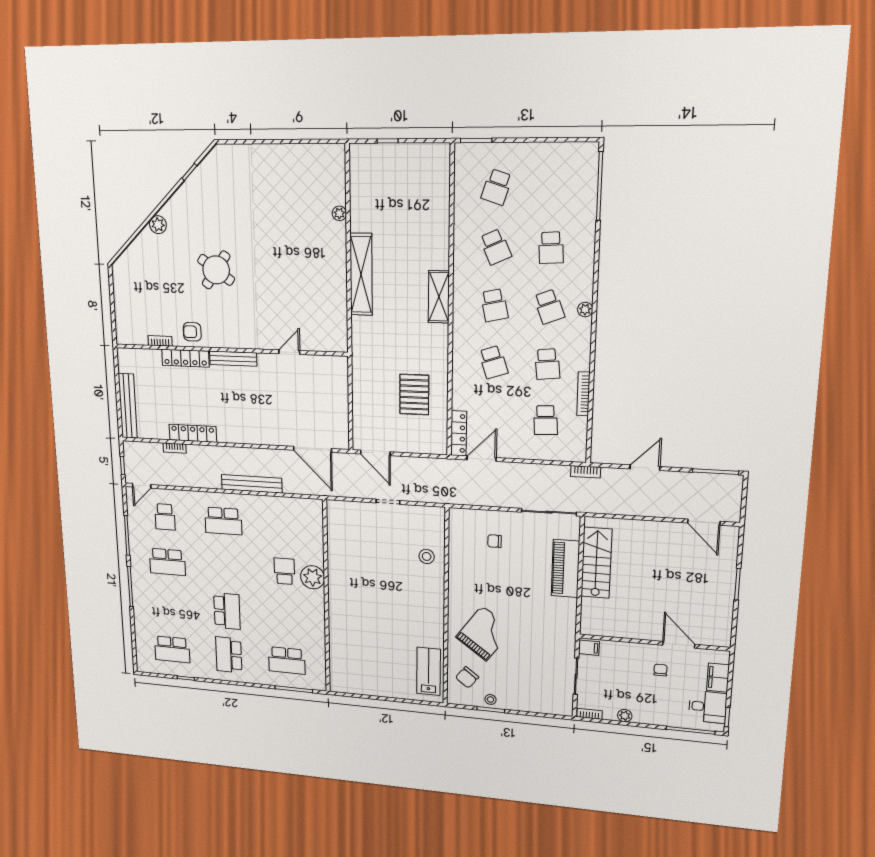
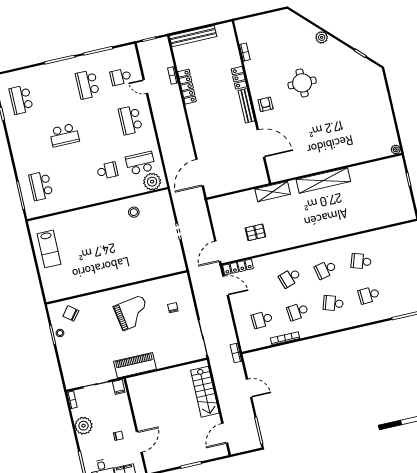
school desk: (497, 187) -> (397, 253), removed
plant: (339, 213) -> (396, 149), moved
school desk: (495, 247) -> (361, 261), turned 42
round table: (216, 270) -> (302, 83), turned -35
shelving: (439, 297) -> (273, 192), moved
school desk: (549, 307) -> (333, 303), turned 39
plant: (585, 309) -> (337, 325), removed
armchair: (192, 332) -> (266, 104), moved
door: (289, 352) -> (261, 143), width x1.88
locker: (185, 358) -> (239, 78), width x0.66
pallet: (414, 395) -> (255, 232), width x0.67, depth x0.71
door: (375, 453) -> (218, 251), moved
bench: (252, 484) -> (163, 135), removed
door: (142, 486) -> (145, 87), moved
stool: (427, 556) -> (134, 212), moved
stairs: (596, 563) -> (205, 392), moved, turned 90
piano: (565, 568) -> (135, 365), moved
plant: (313, 577) -> (152, 182), moved
grand piano: (484, 633) -> (132, 313), moved, turned -45
school desk: (229, 655) -> (140, 163), moved
lab bench: (429, 671) -> (49, 249), moved, turned 90
plant: (625, 716) -> (83, 426), width x1.88, depth x1.88

